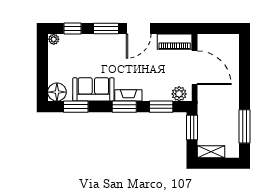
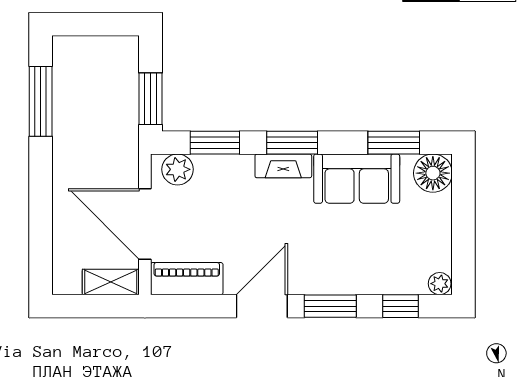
shelving: (211, 152) -> (111, 282), moved

